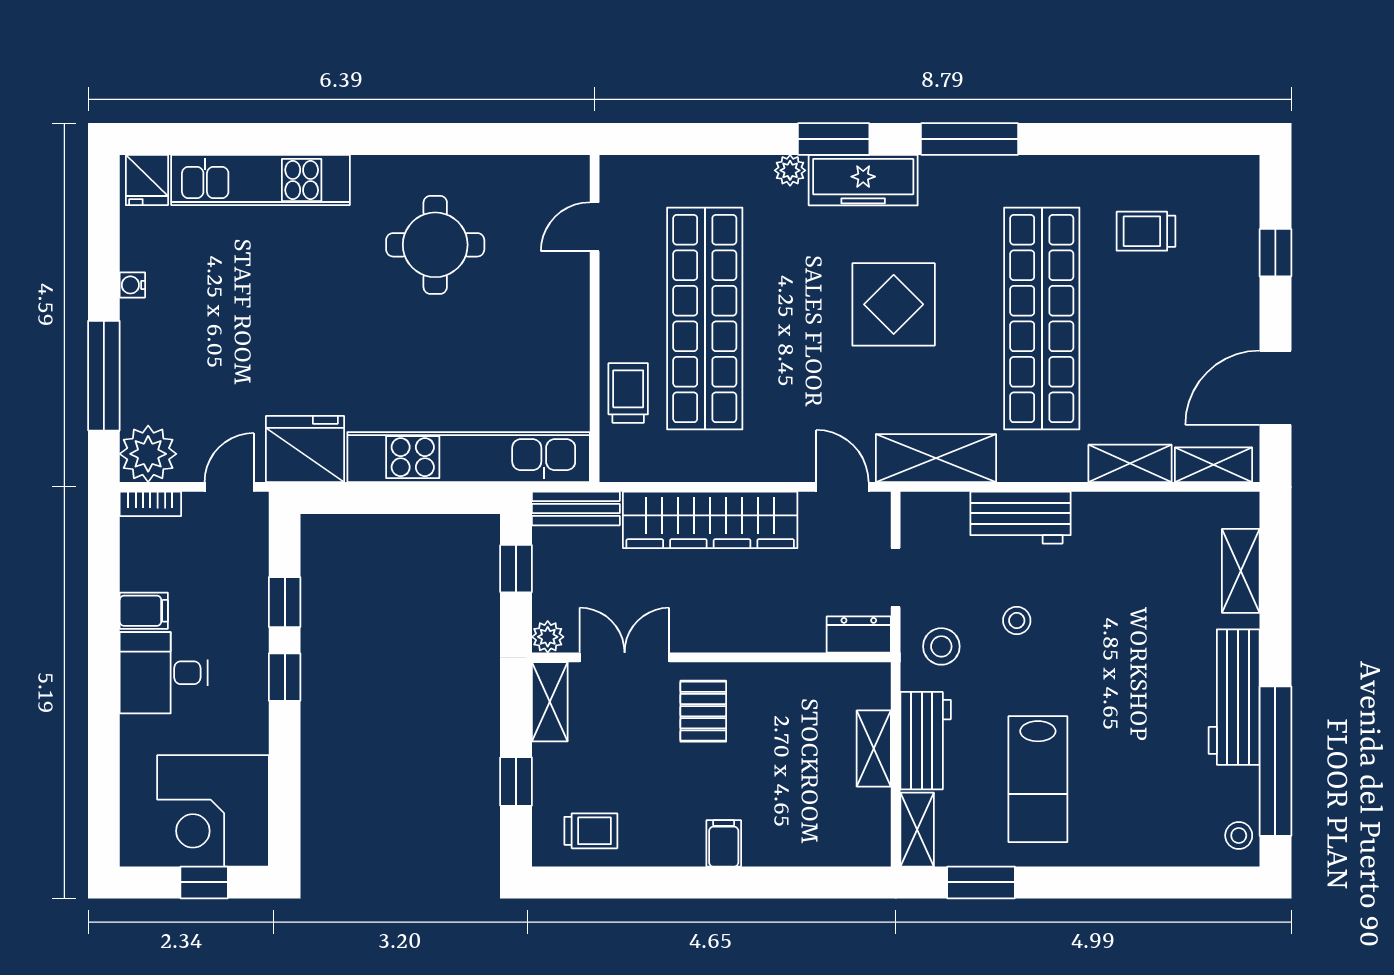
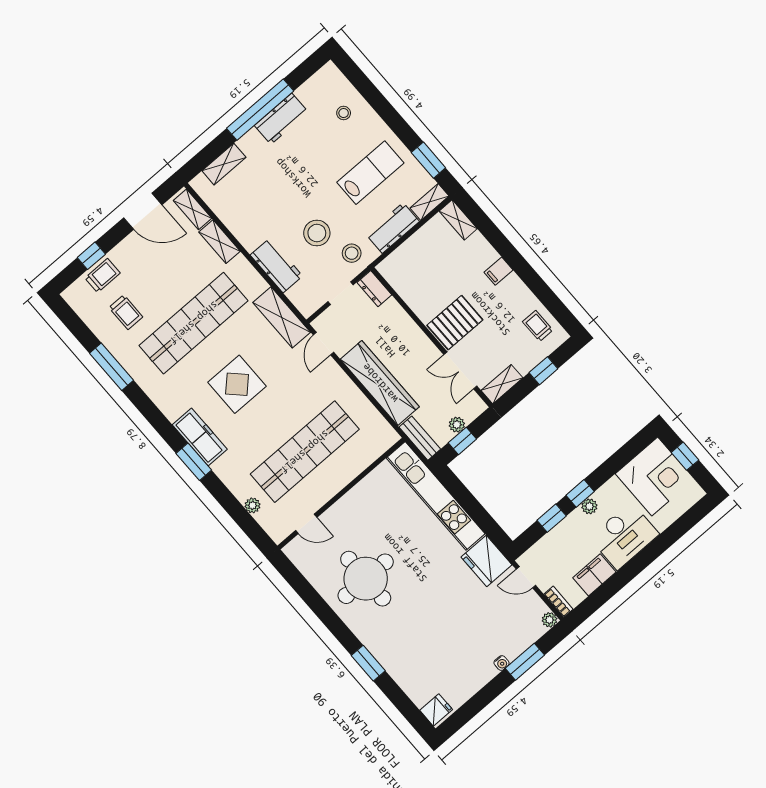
window: (305, 139) -> (368, 663), added
window: (970, 139) -> (112, 367), moved
plant: (790, 170) -> (252, 505), moved
kitchen unit: (261, 180) -> (399, 667), removed
round table: (435, 245) -> (366, 579), width x1.36, depth x1.36
water cooler: (132, 285) -> (502, 663), moved
window: (104, 376) -> (525, 662), width x0.69
trolley: (628, 393) -> (102, 275), moved, turned 180
plant: (148, 454) -> (550, 620), width x0.53, depth x0.53
filing cabinet: (144, 611) -> (594, 575), width x2.00
stool: (1017, 621) -> (317, 233), width x1.89, depth x1.89
plant: (548, 637) -> (457, 425), moved
desk: (164, 673) -> (624, 536), width x1.37
plant: (253, 674) -> (589, 506), added
workbench: (1234, 697) -> (281, 119), width x0.73
pallet: (703, 711) -> (455, 323), width x1.50, depth x1.42
shelving: (874, 749) -> (458, 220), moved, turned 90
window: (1275, 761) -> (260, 110), moved
stool: (1239, 836) -> (344, 113), moved

